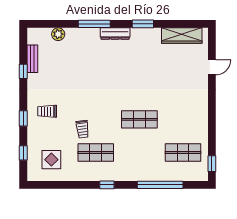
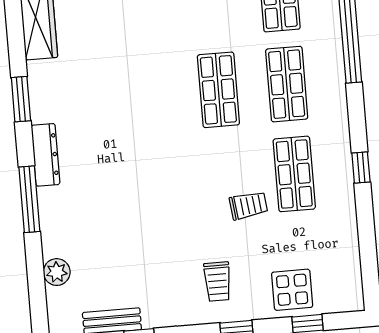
shop shelf: (139, 153) -> (287, 84), added
display table: (51, 160) -> (292, 290), moved
window: (107, 185) -> (361, 167), moved

